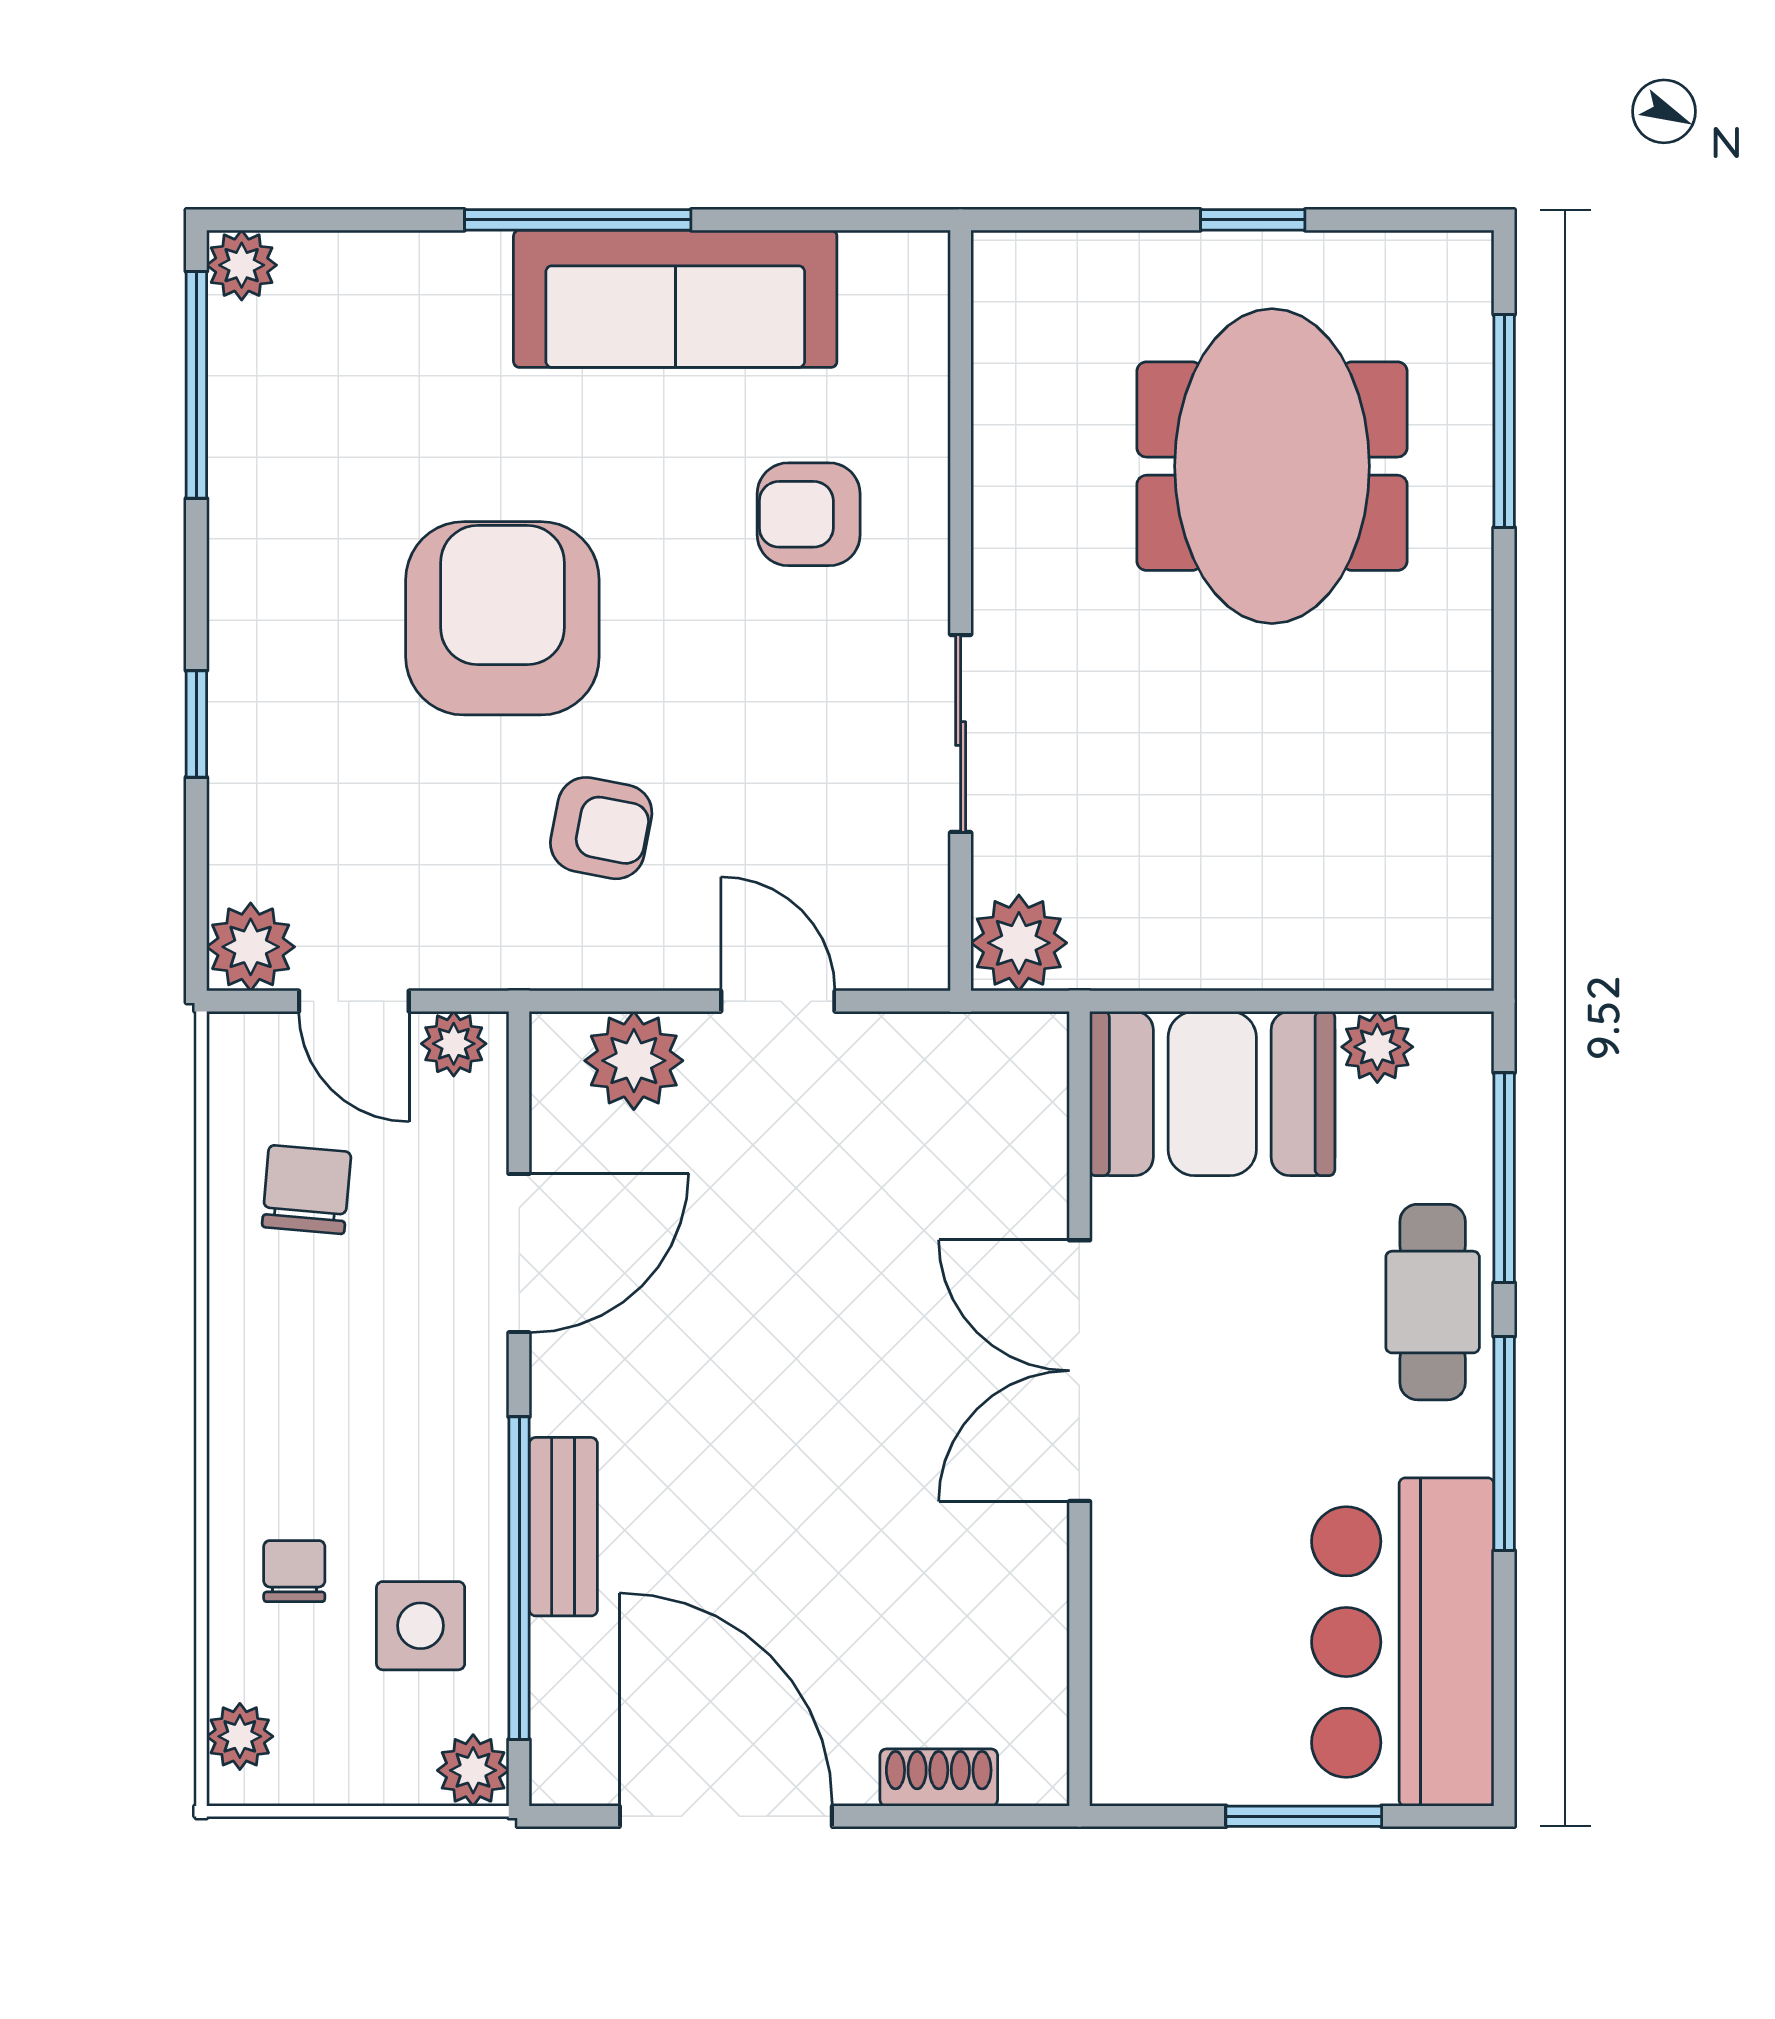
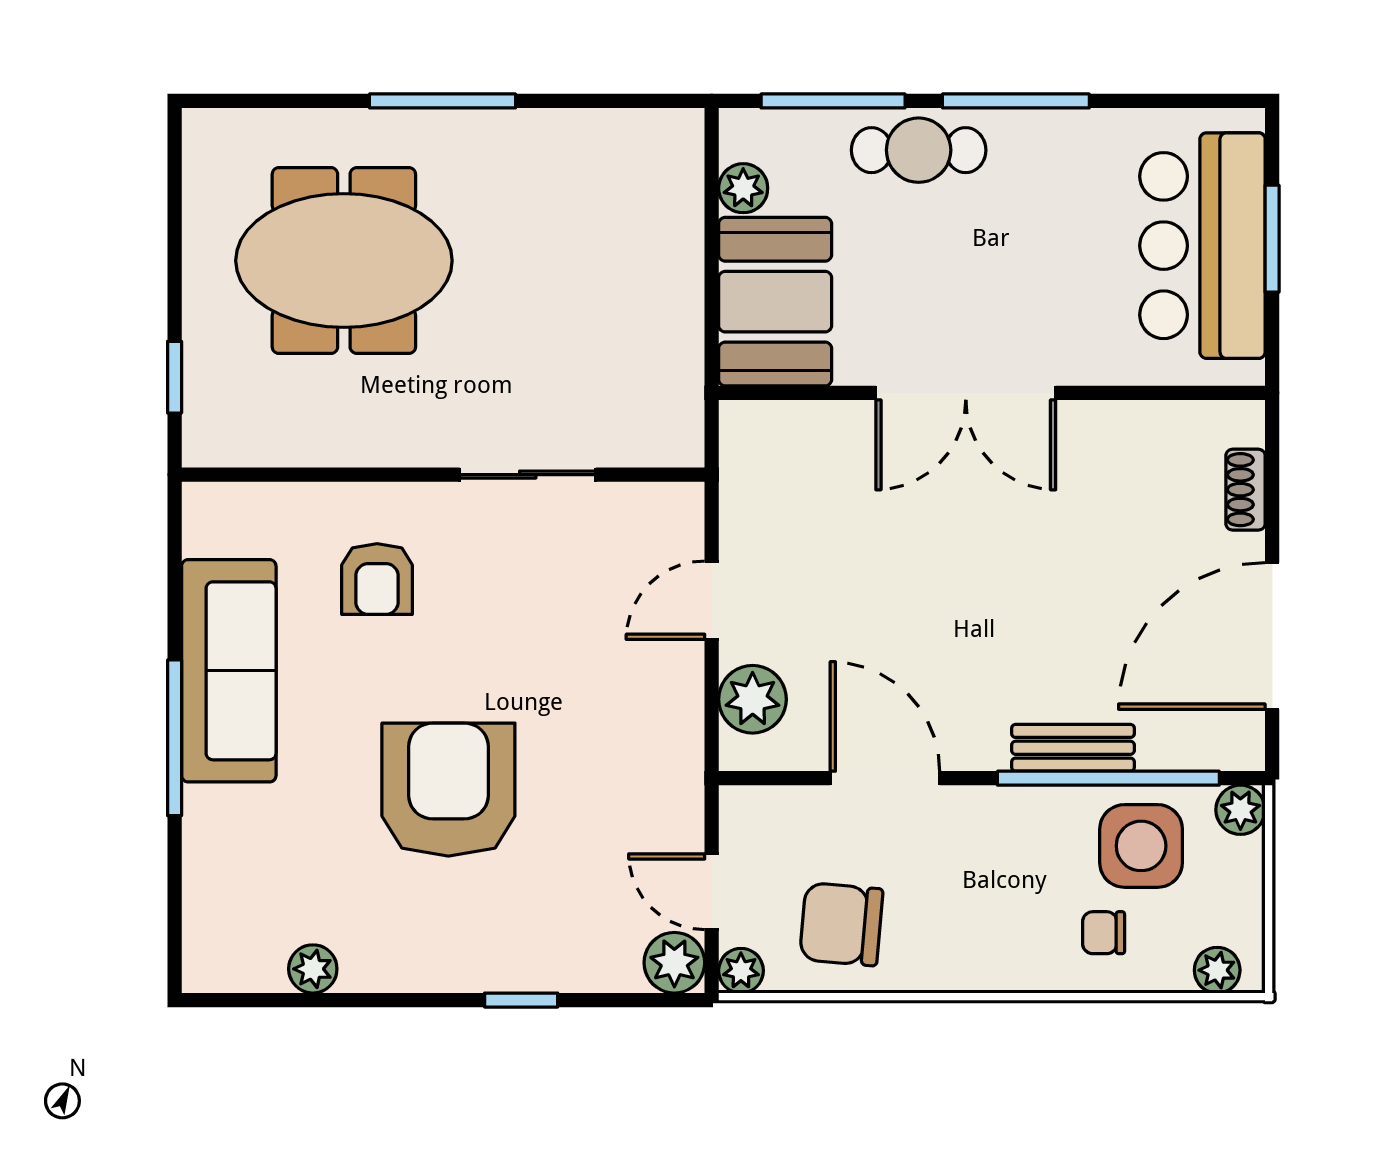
window: (1253, 220) -> (175, 377), moved
plant: (242, 265) -> (313, 969), moved
window: (196, 385) -> (288, 1000), removed
window: (1504, 421) -> (443, 101), moved
armchair: (502, 618) -> (448, 790), turned 90
armchair: (601, 828) -> (593, 722), removed
plant: (1019, 943) -> (672, 435), removed
door: (354, 1001) -> (712, 892), swing flipped
plant: (454, 1044) -> (741, 971), moved
chair: (307, 1190) -> (841, 924), width x1.37, depth x1.37
side table: (421, 1626) -> (1141, 846), width x1.37, depth x1.37
bar counter: (1403, 1642) -> (1202, 246), moved, turned 90

